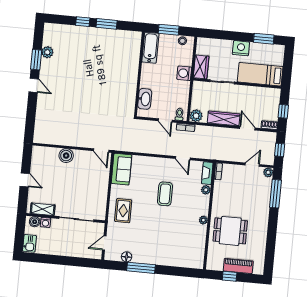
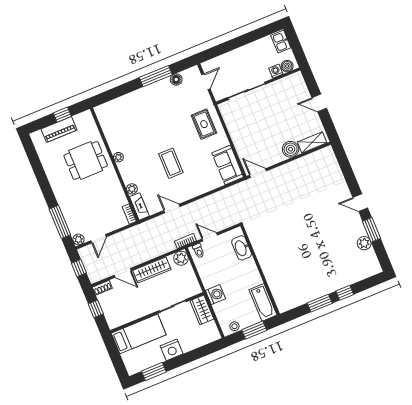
shelving: (43, 209) -> (312, 142), moved

